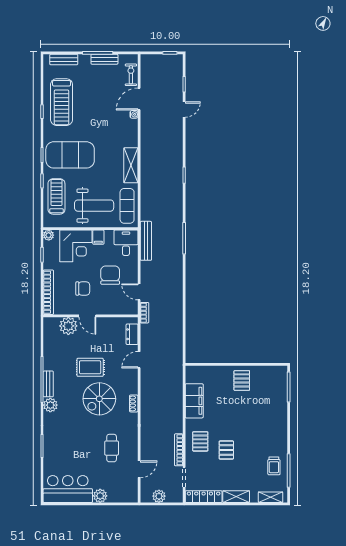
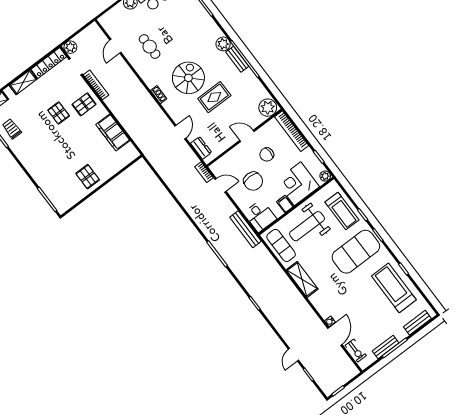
plant: (68, 326) -> (268, 108), moved
pallet: (200, 441) -> (84, 104), turned 90
plant: (159, 496) -> (70, 47), moved

